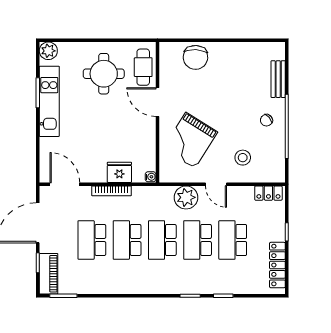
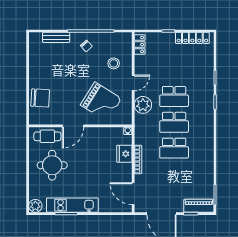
door: (65, 184) -> (133, 194), hinge flipped
school desk: (92, 240) -> (174, 174), removed
school desk: (233, 240) -> (174, 71), removed

